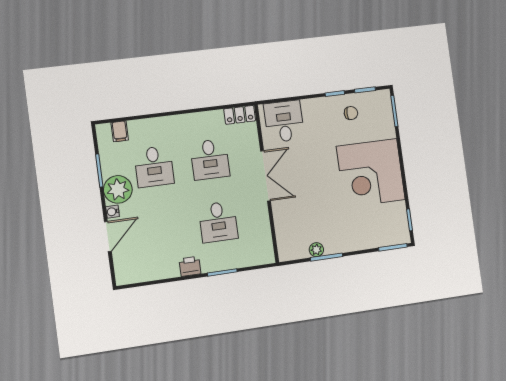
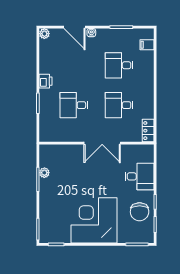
chair: (351, 113) -> (140, 212), width x1.87, depth x1.87
desk: (284, 121) -> (140, 176), moved
plant: (118, 189) -> (44, 34), moved, width x0.53, depth x0.53

